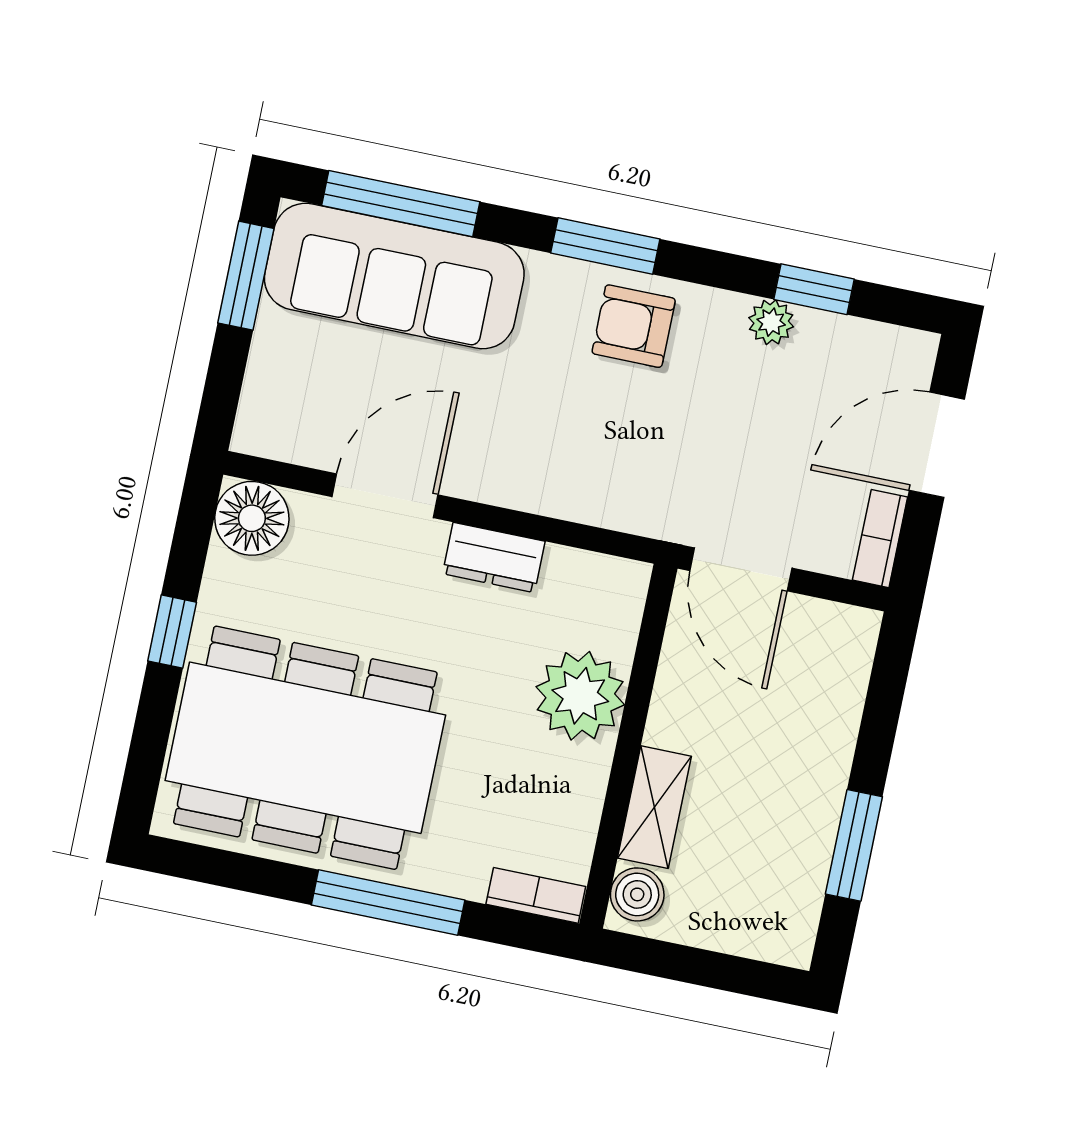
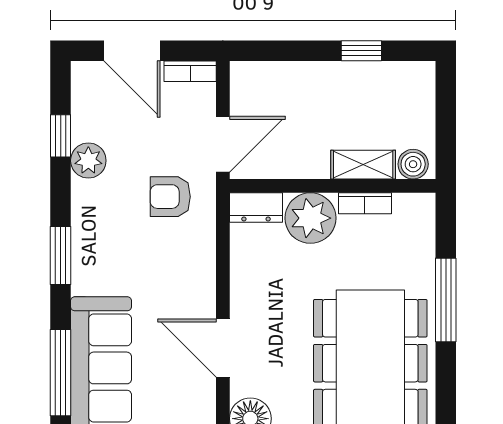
plant: (771, 322) -> (88, 161), width x1.38, depth x1.38
armchair: (634, 326) -> (170, 197), moved, turned 90
dresser: (494, 557) -> (256, 207), moved, turned 90
window: (854, 845) -> (361, 51), width x0.67
bookcase: (536, 895) -> (365, 203), moved, turned -90

